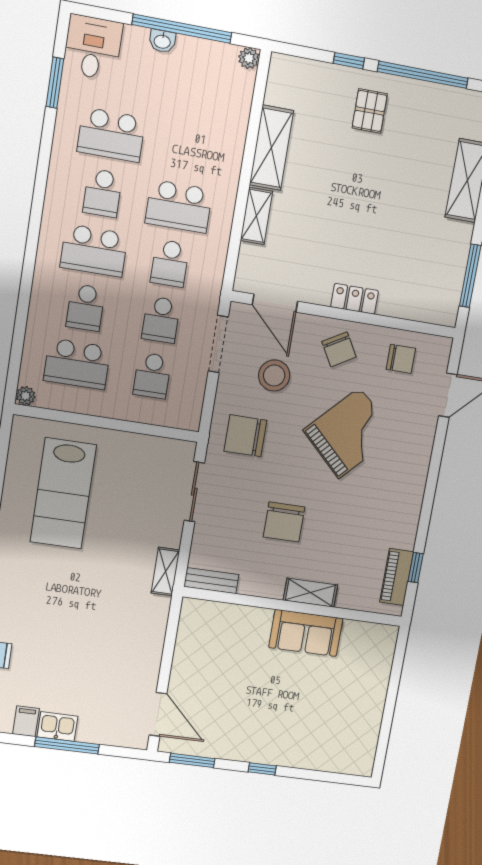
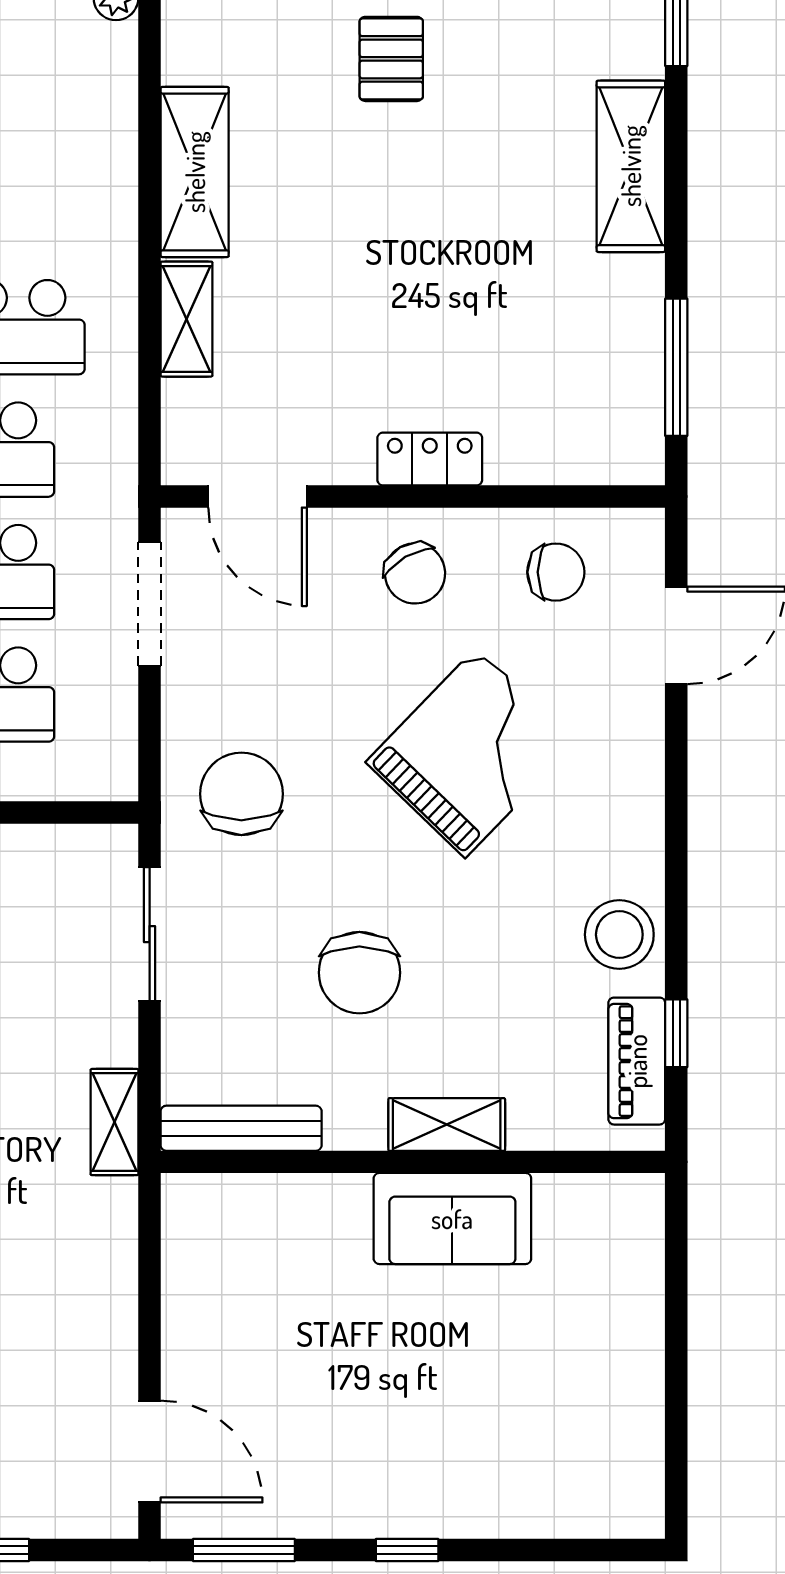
stool: (274, 375) -> (619, 935), moved
chair: (245, 436) -> (241, 794), turned 90
bench: (211, 581) -> (241, 1128), width x1.36

